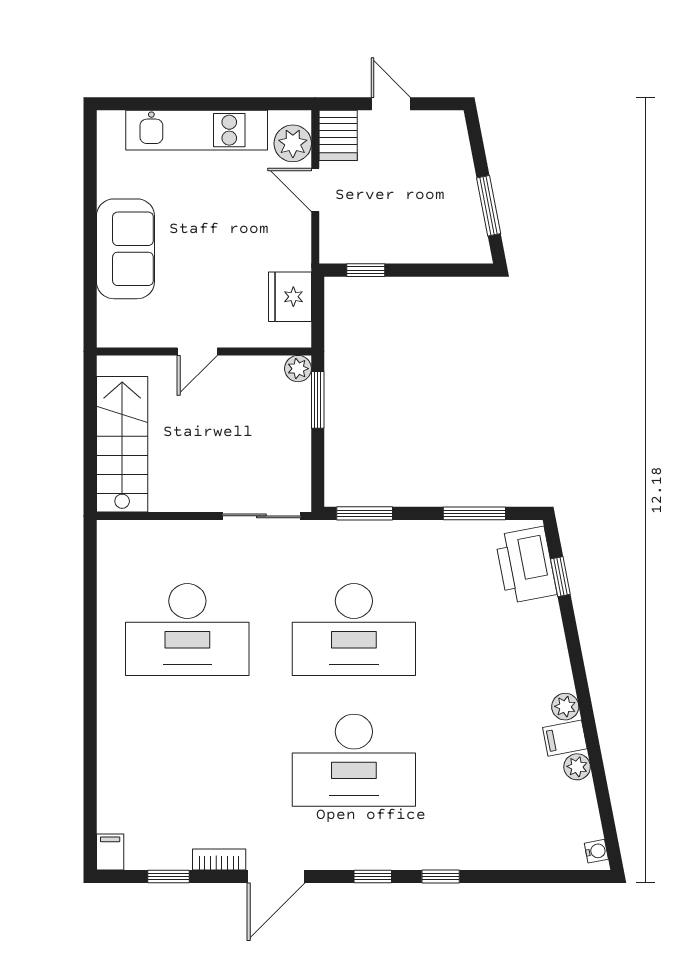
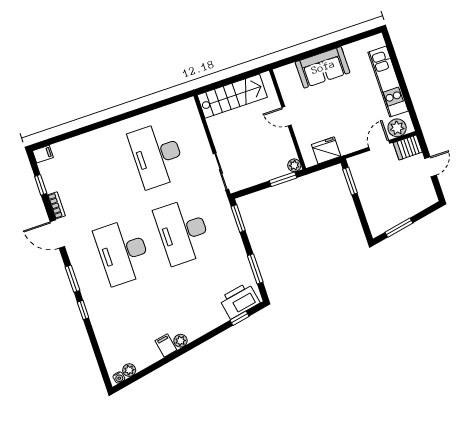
window: (366, 270) -> (350, 181), width x1.50
plant: (577, 767) -> (129, 370), moved
window: (373, 876) -> (72, 279), width x1.50

